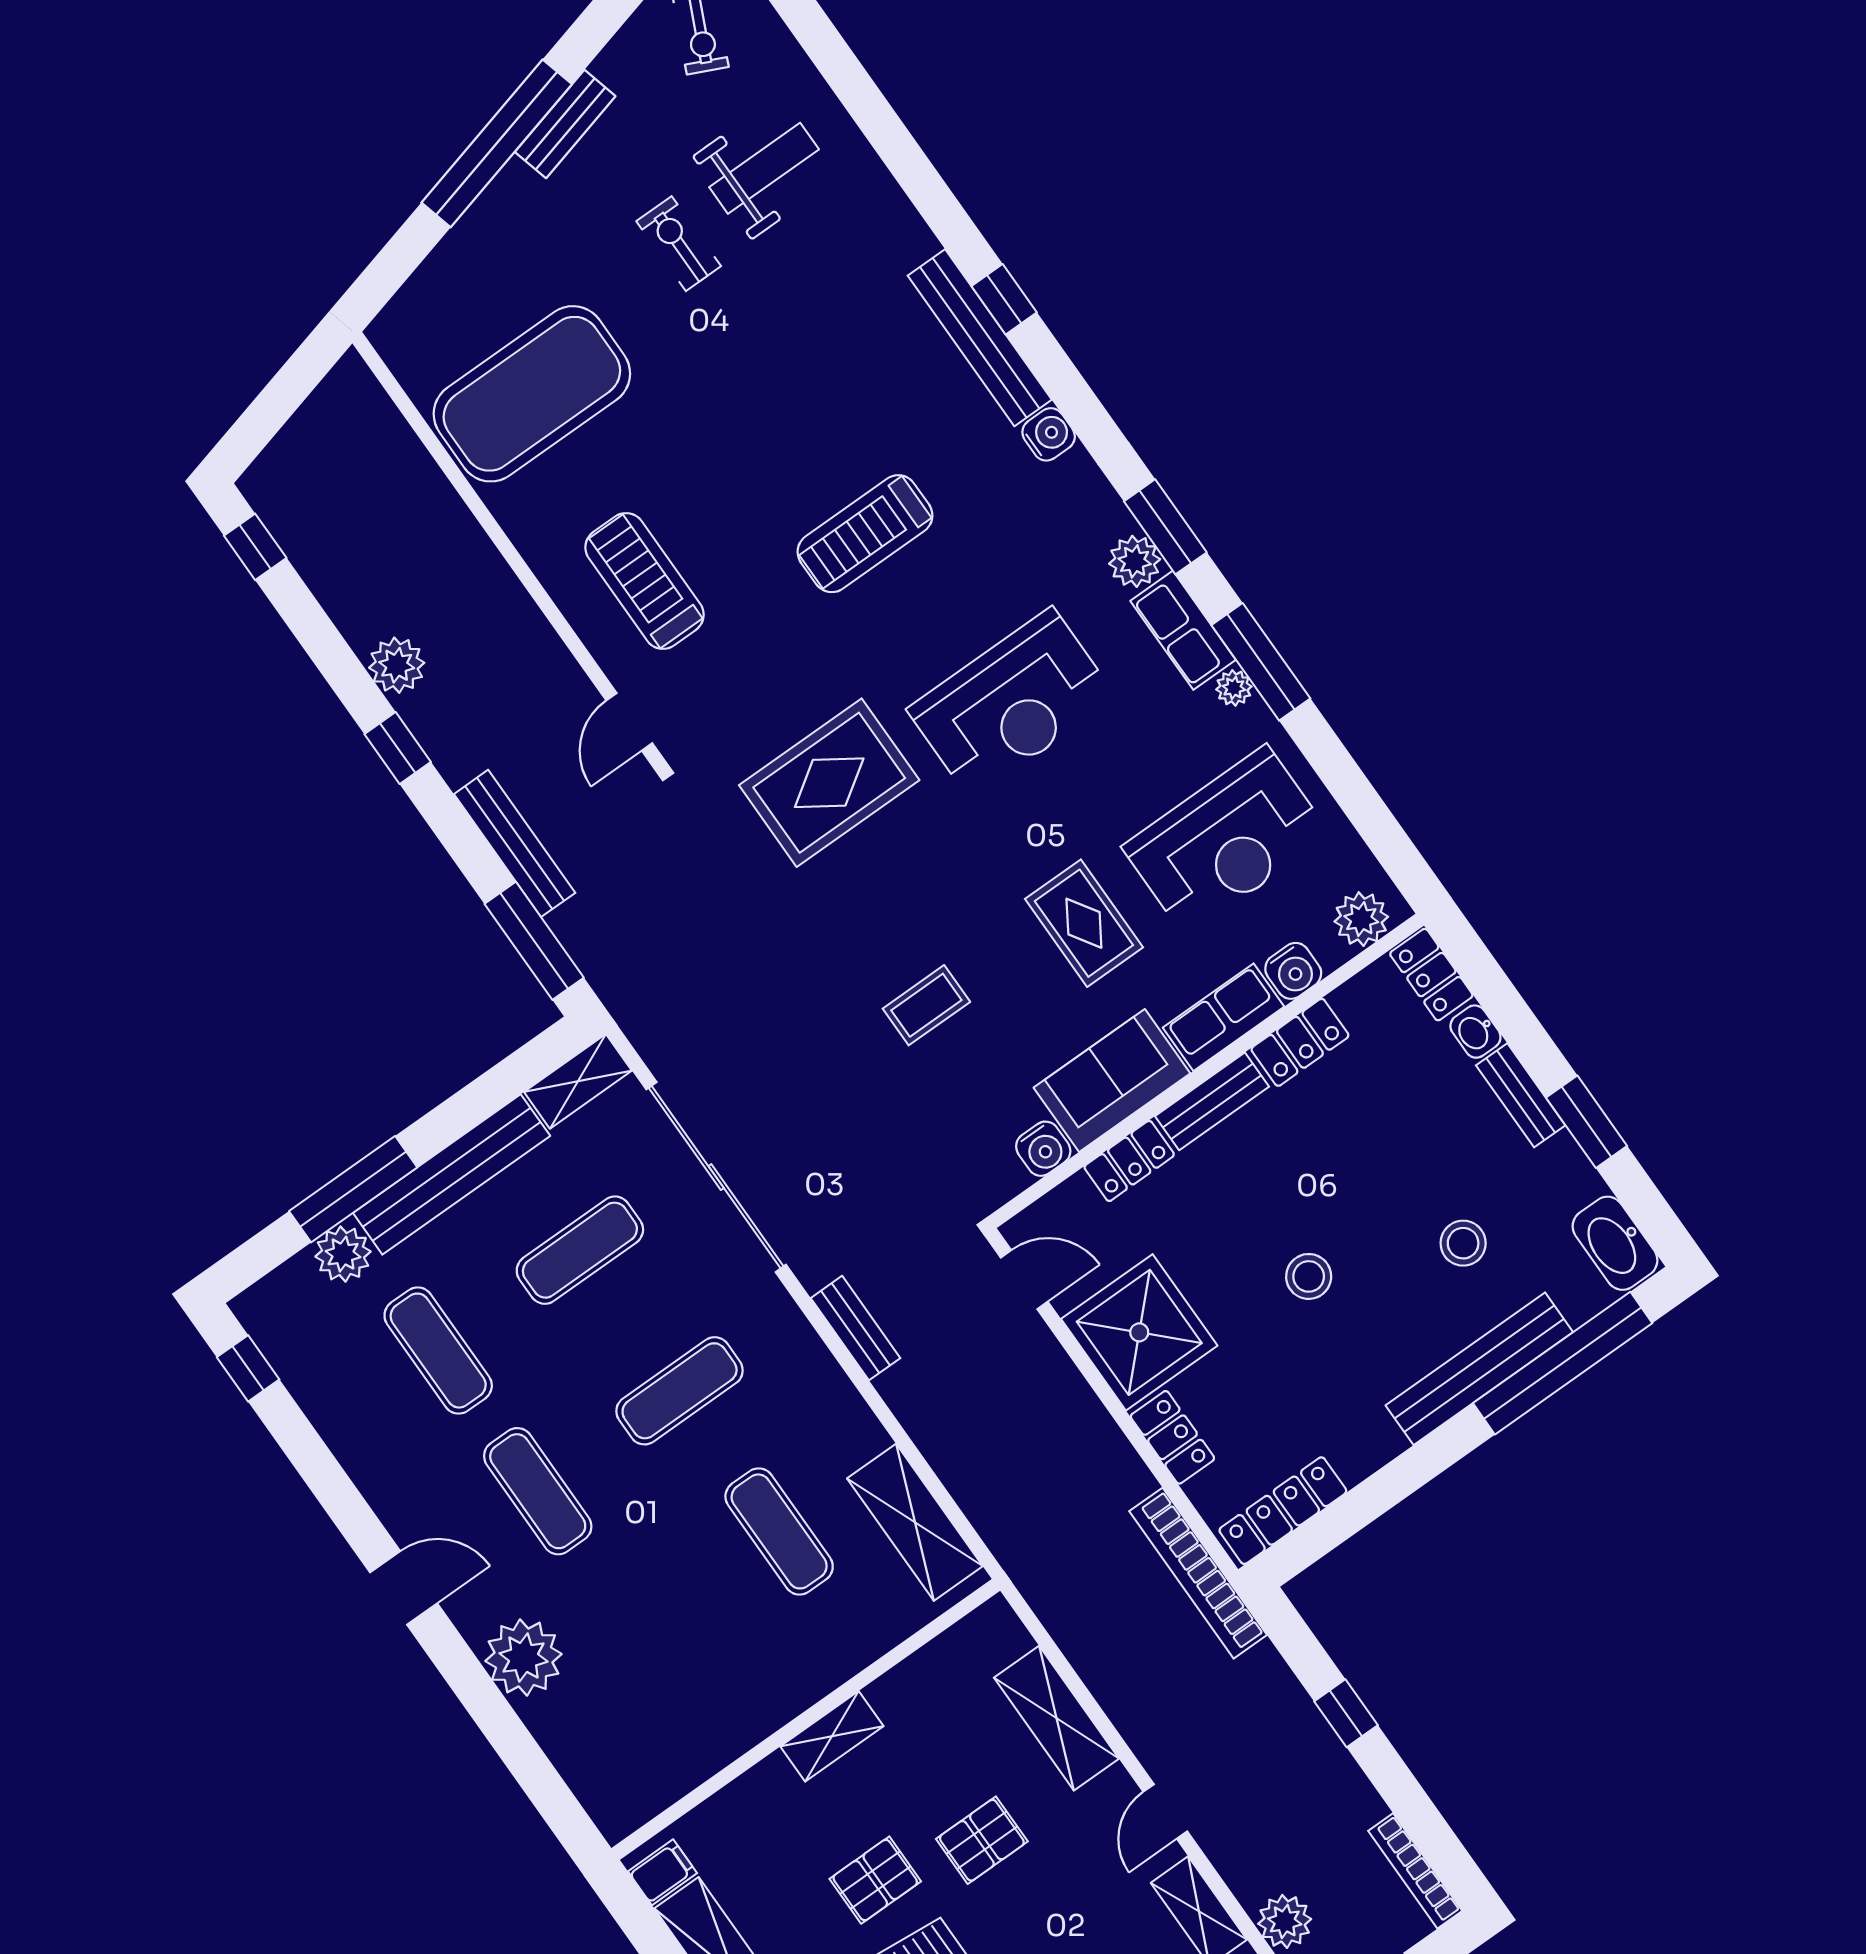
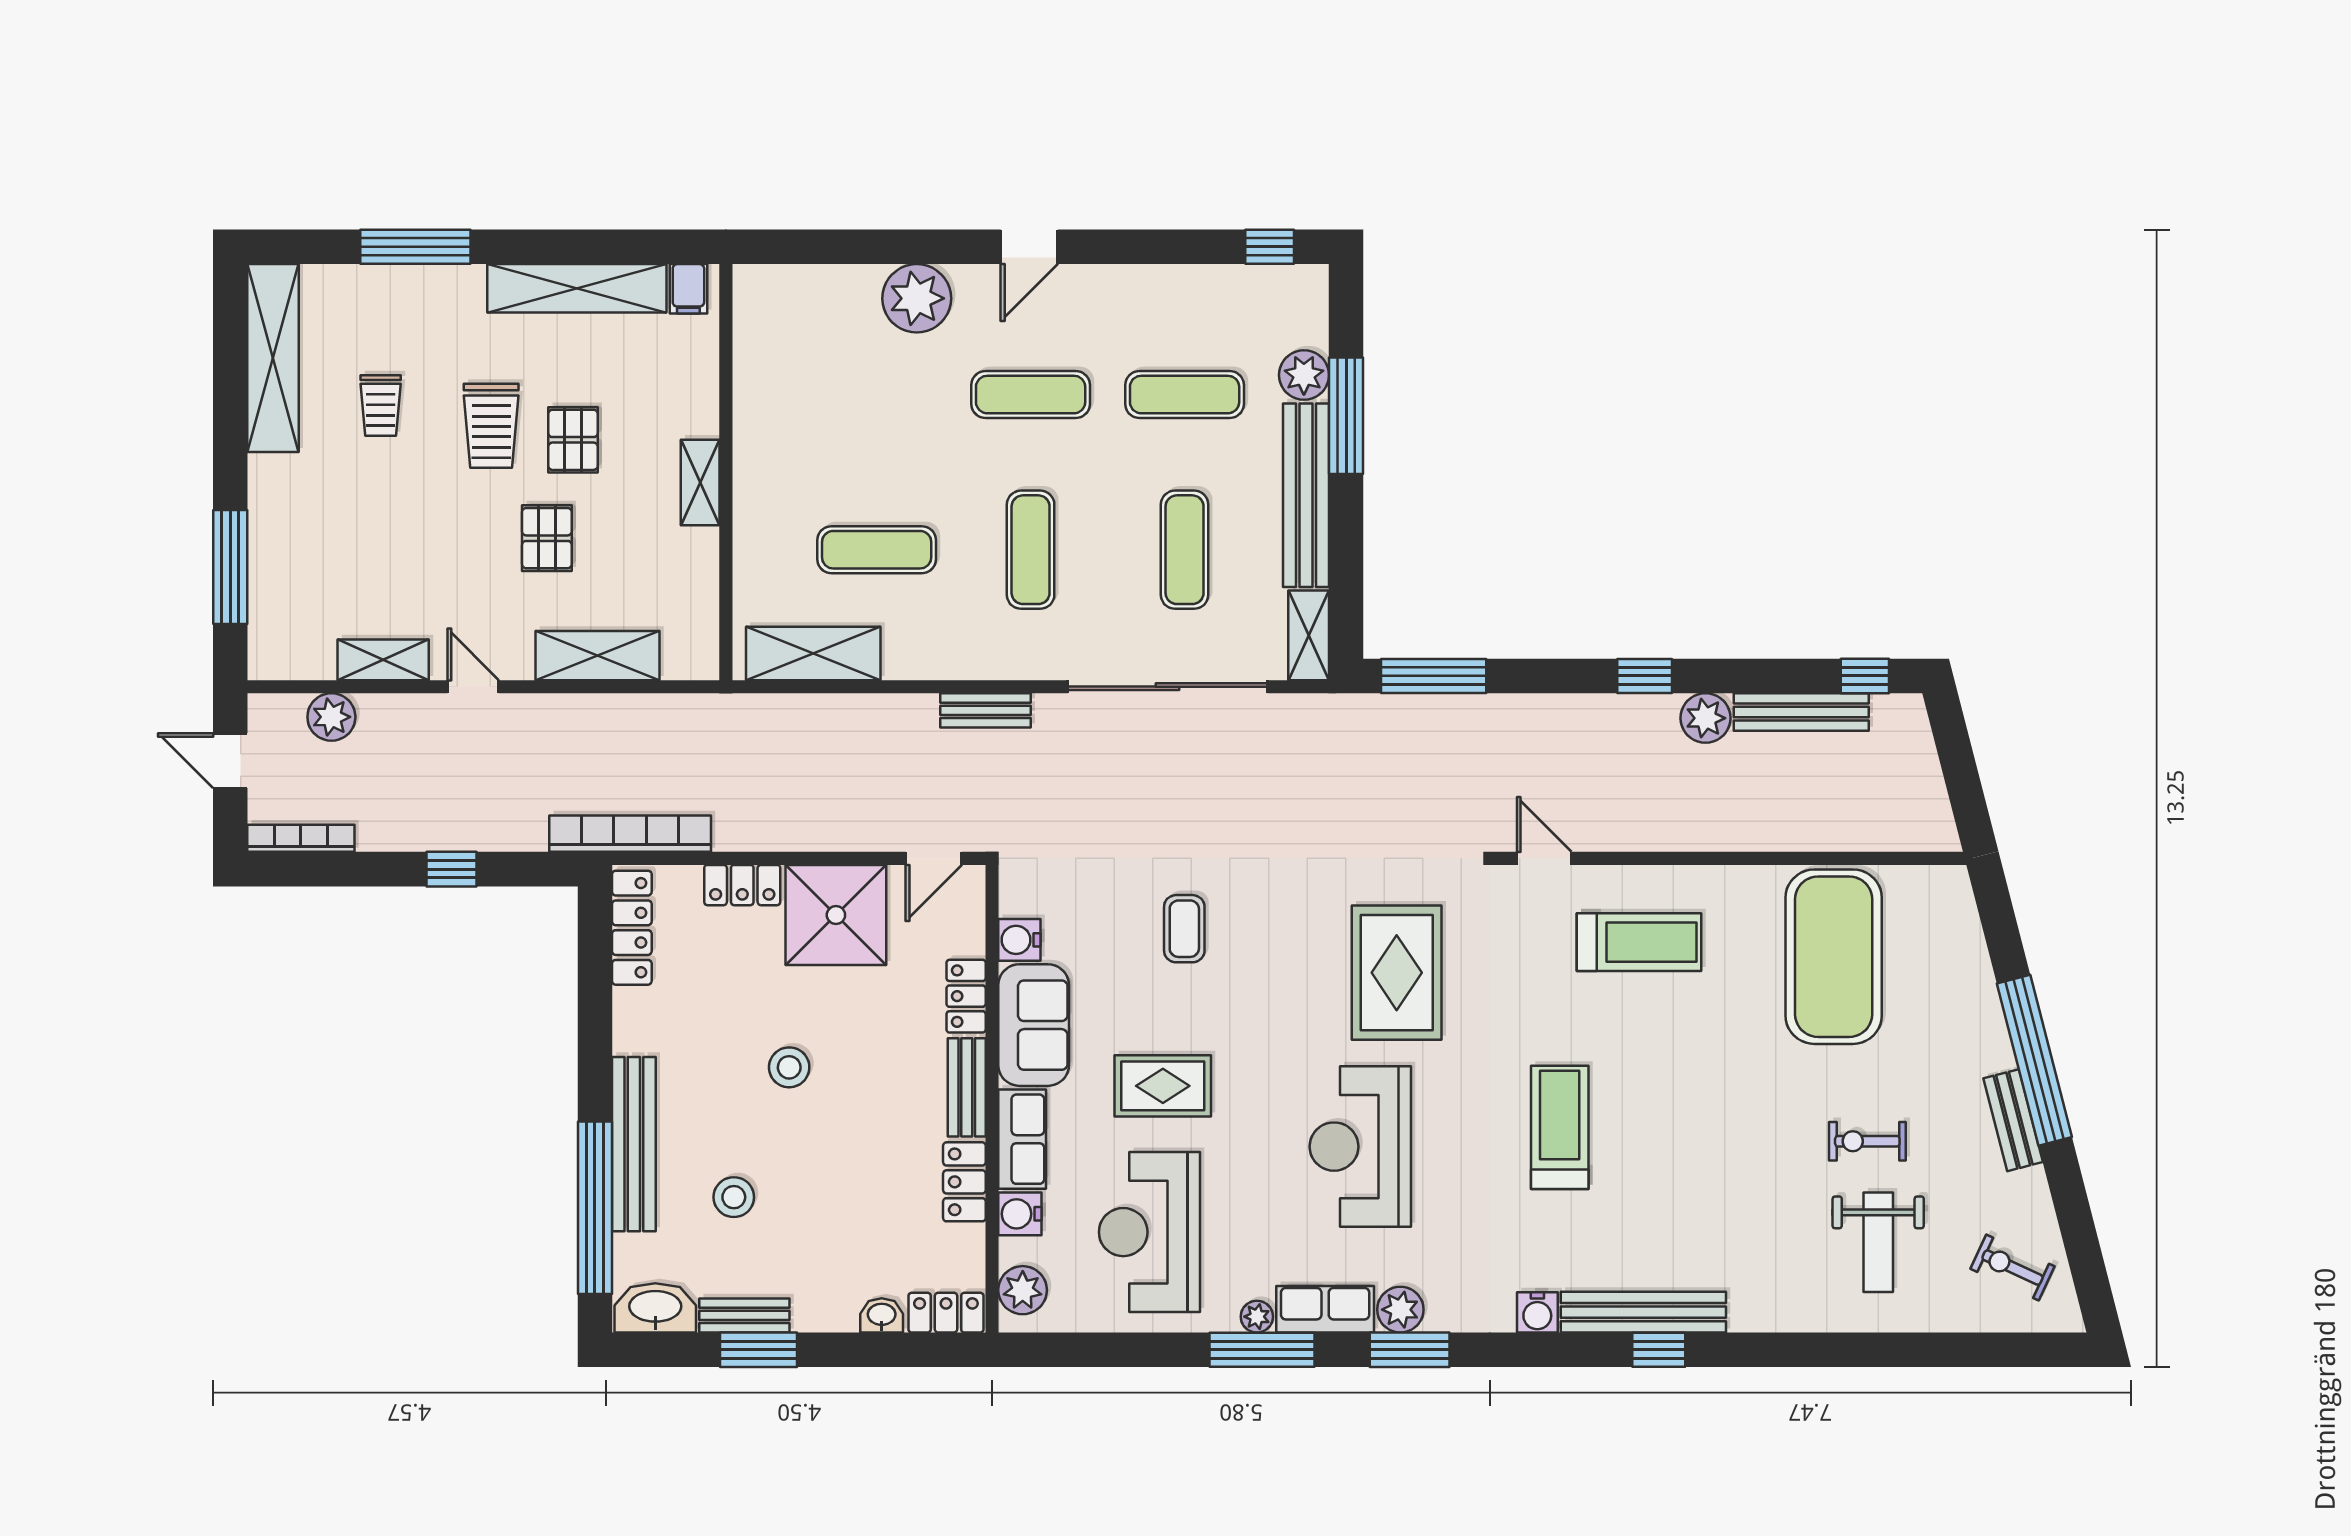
exercise bike: (679, 244) -> (1867, 1141), turned 180
bench: (515, 843) -> (1801, 712), moved
bench: (1521, 1095) -> (744, 1315), moved

